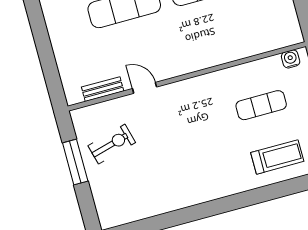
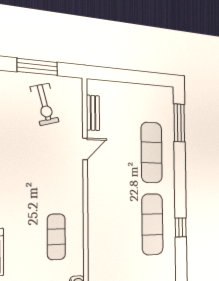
exercise mat: (261, 105) -> (56, 237), moved

